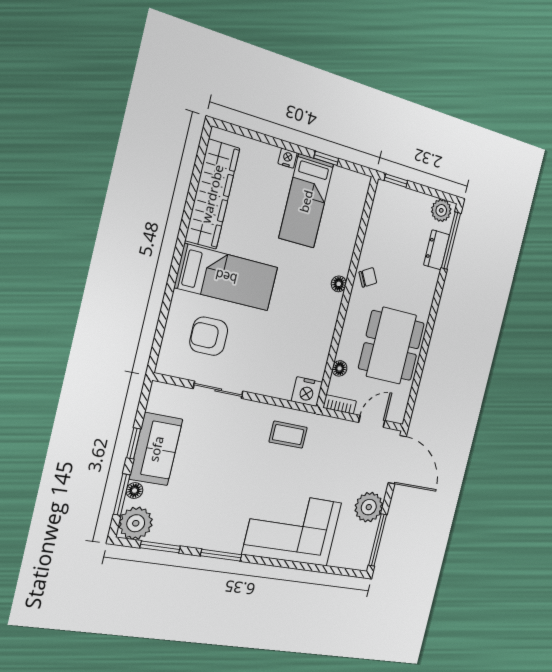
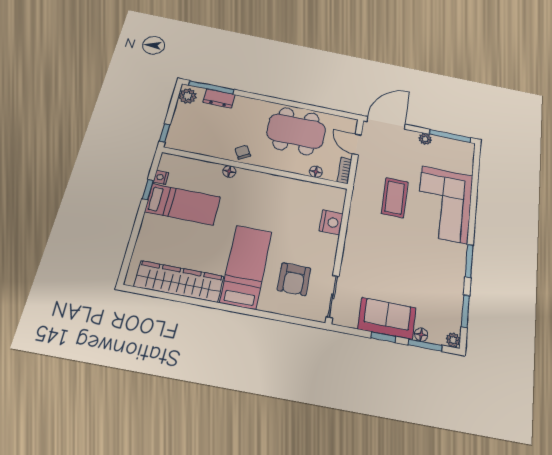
nightstand: (287, 158) -> (161, 177), moved
floor lamp: (339, 284) -> (229, 171), moved
sliding door: (218, 390) -> (333, 296), moved
nightstand: (307, 392) -> (331, 222), moved
coffee table: (288, 435) -> (395, 198), moved, width x1.36, depth x1.30
plant: (369, 507) -> (425, 139), width x0.53, depth x0.53
plant: (136, 523) -> (453, 340), width x0.53, depth x0.53

